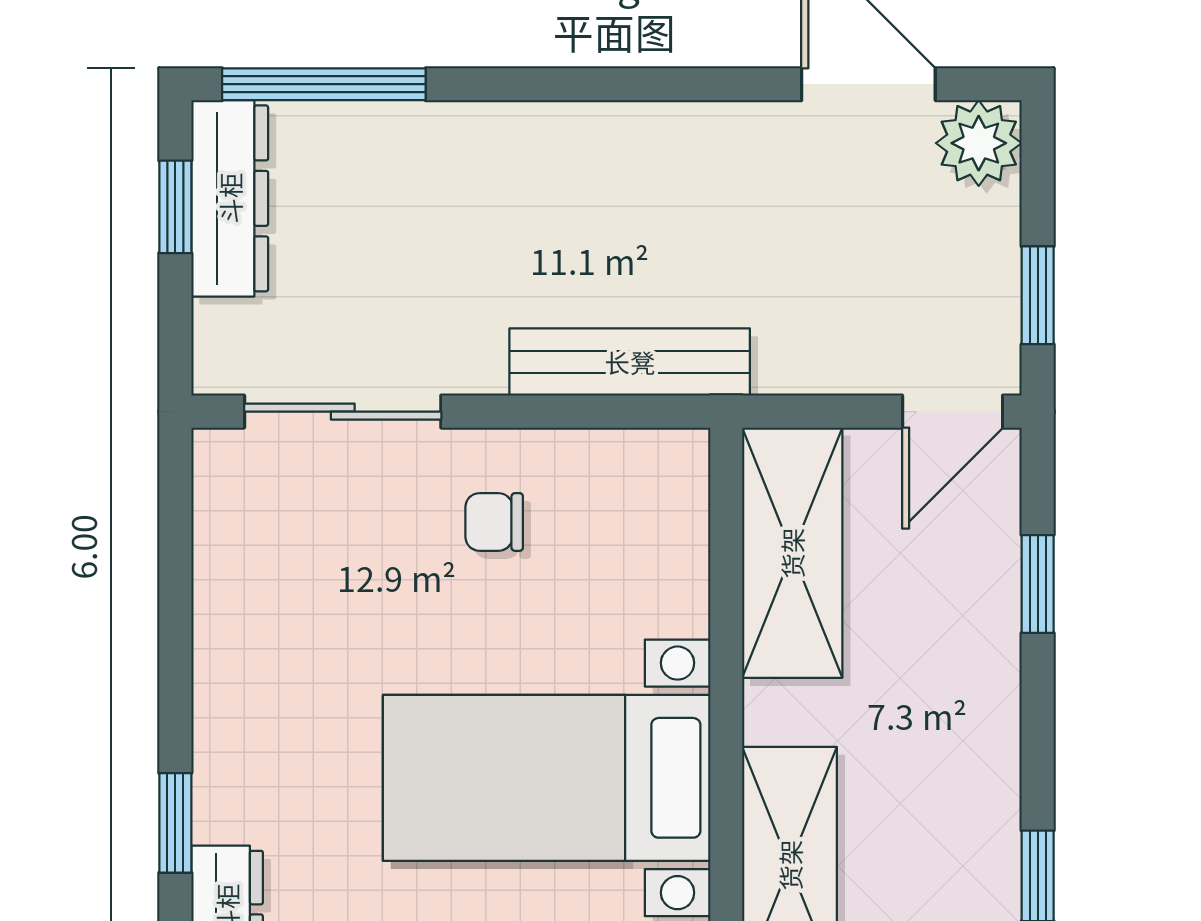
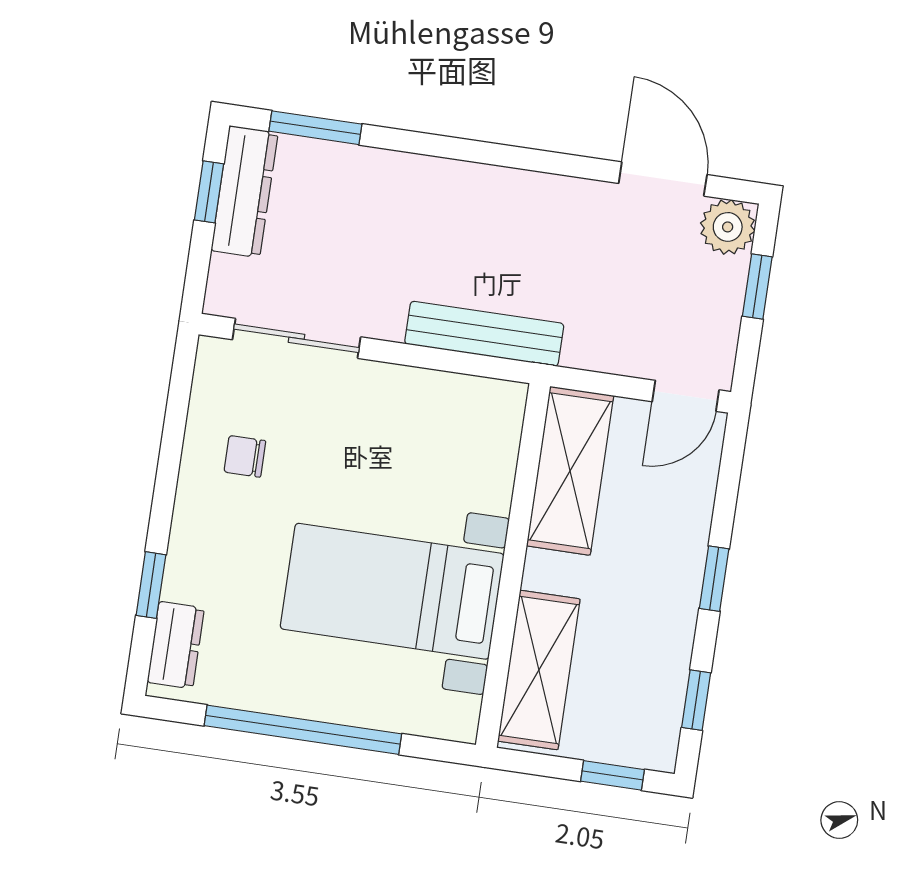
window: (324, 84) -> (315, 128), width x0.69
window: (1038, 295) -> (757, 287), moved
chair: (494, 522) -> (245, 456), moved
window: (1038, 584) -> (714, 579), moved

